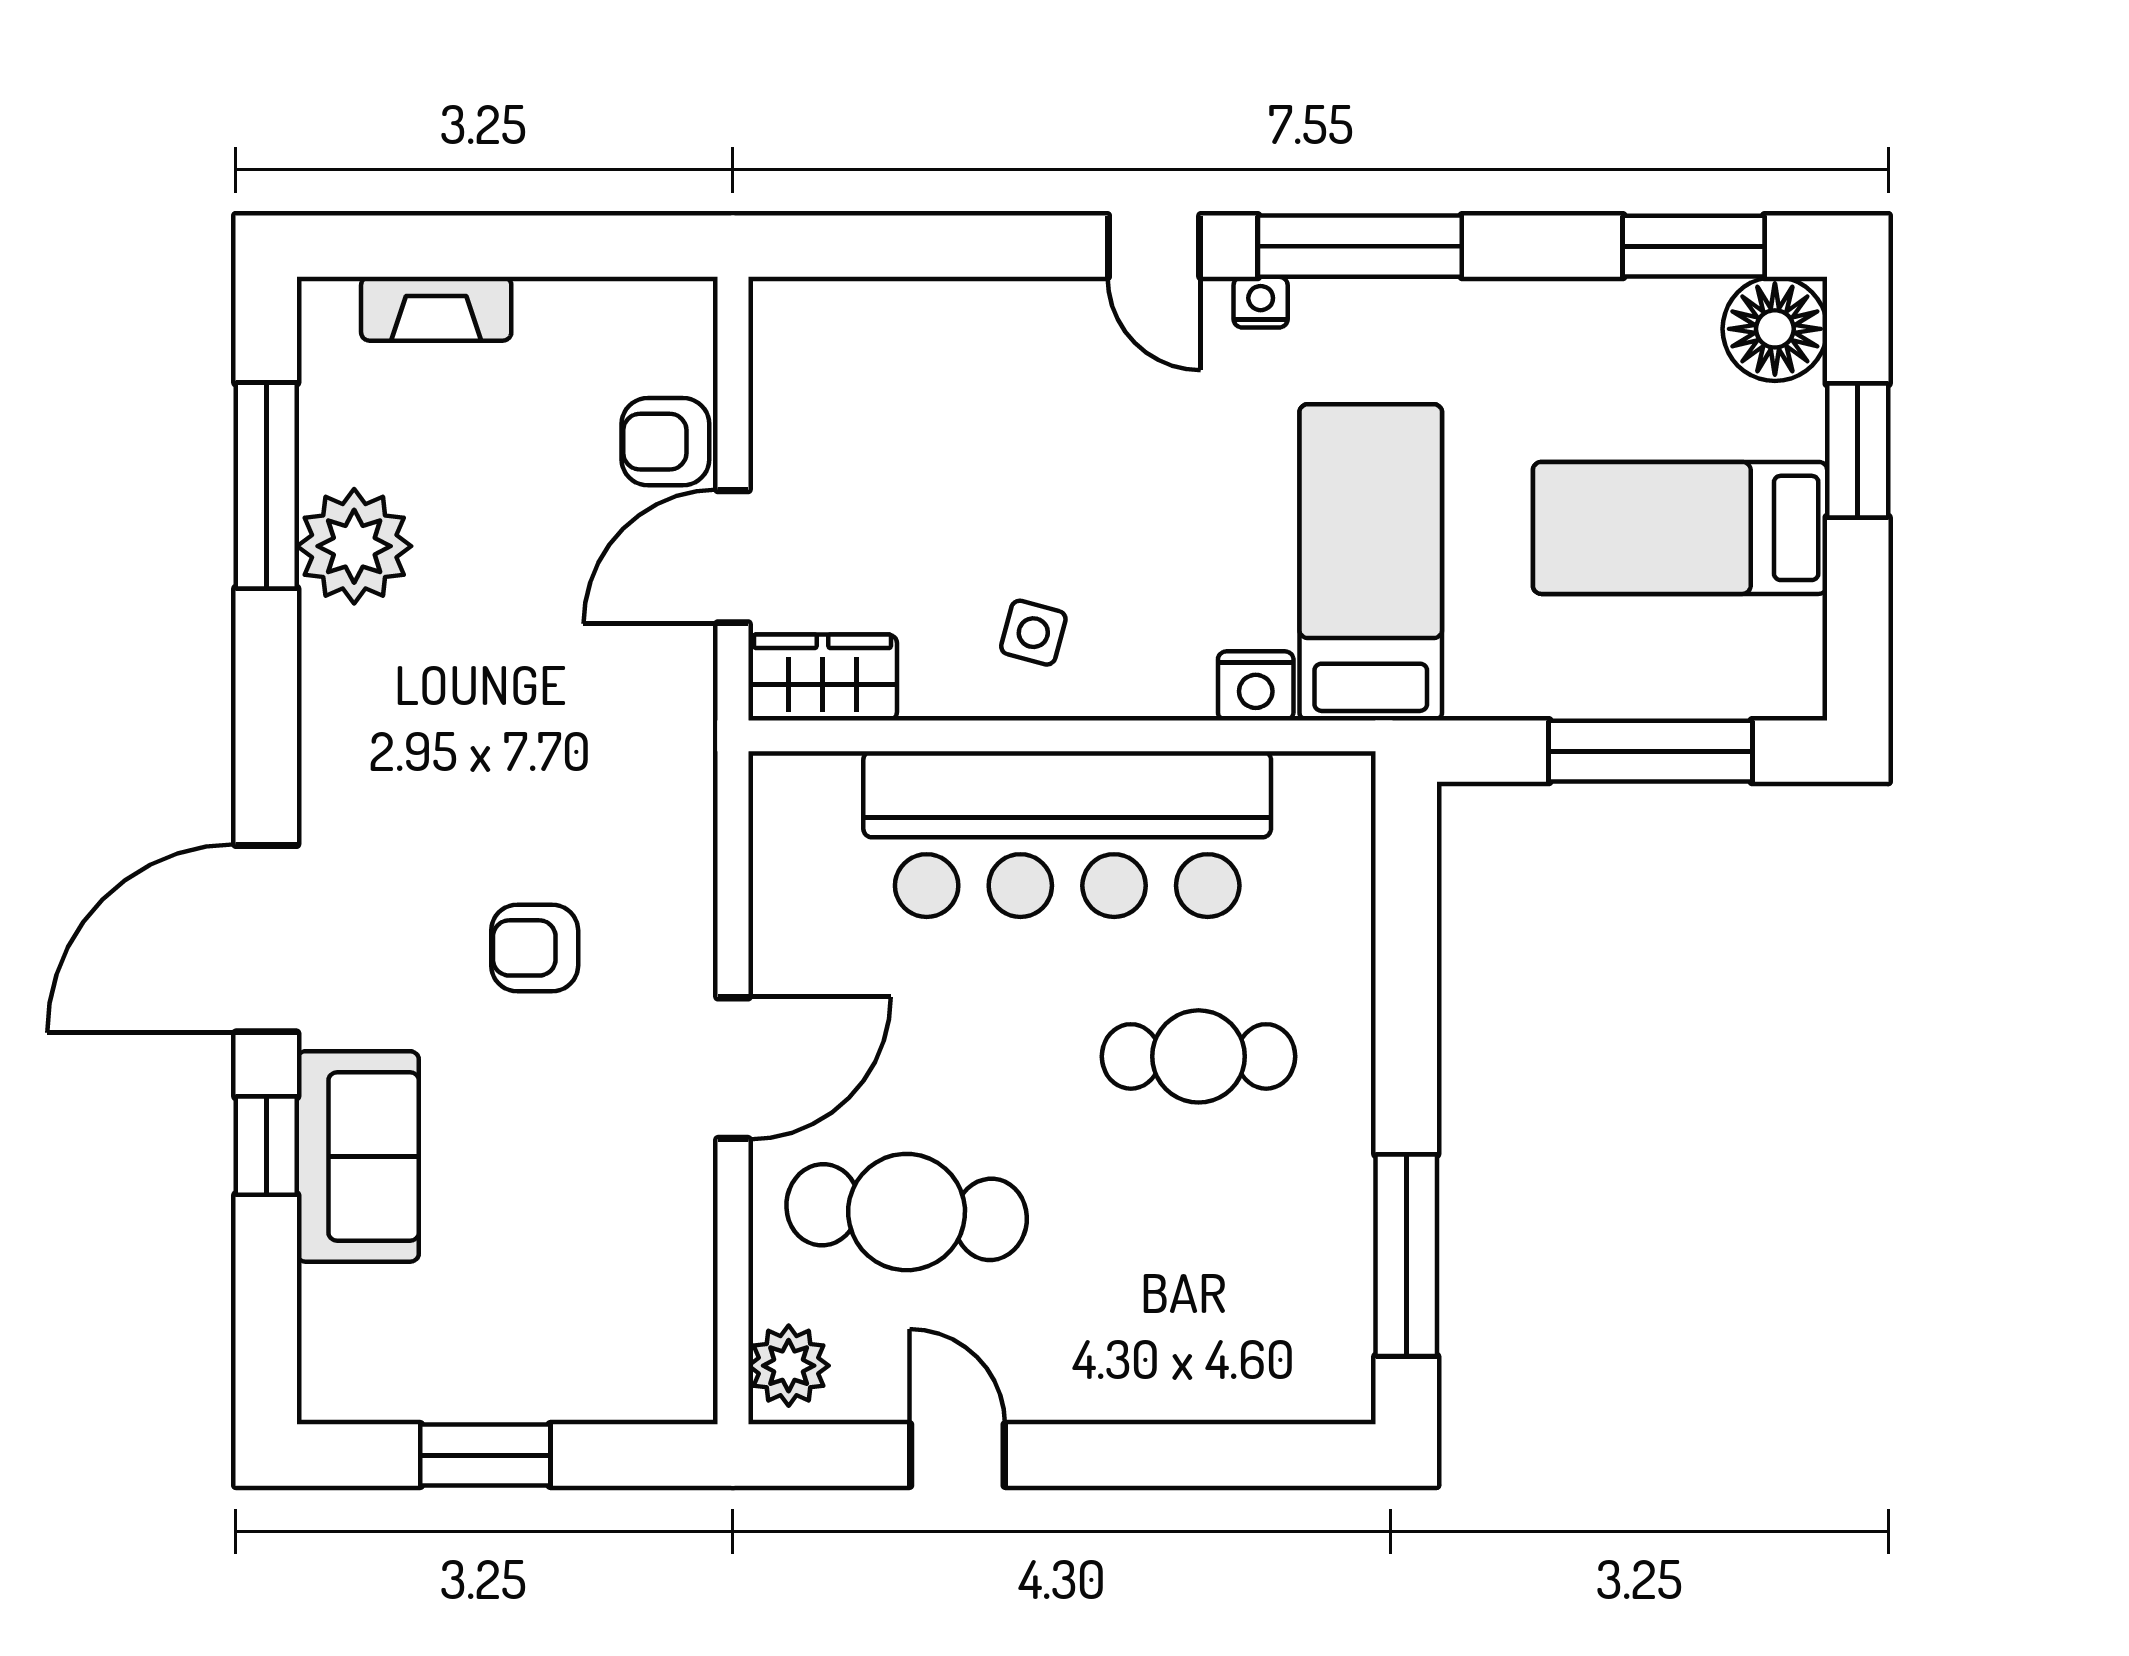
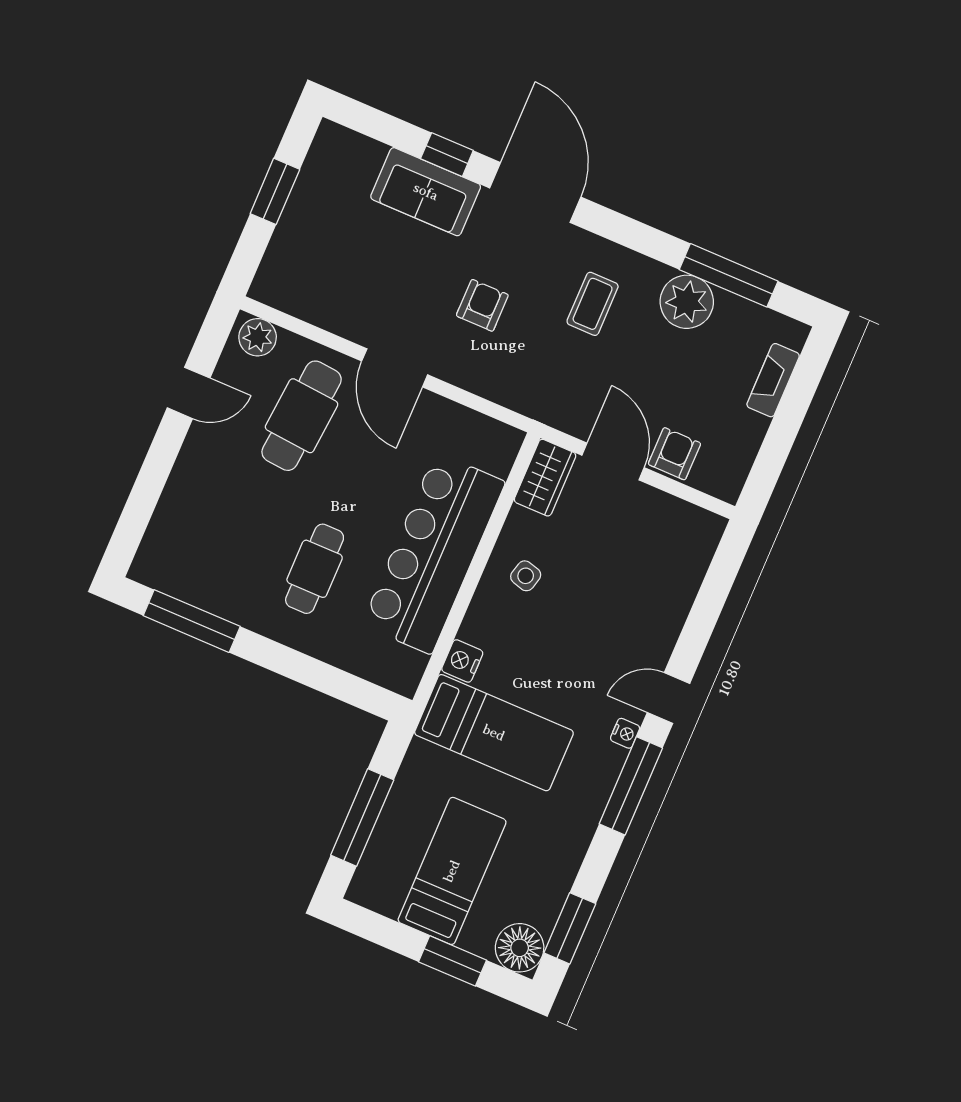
coffee table: (438, 731) -> (593, 304), added

